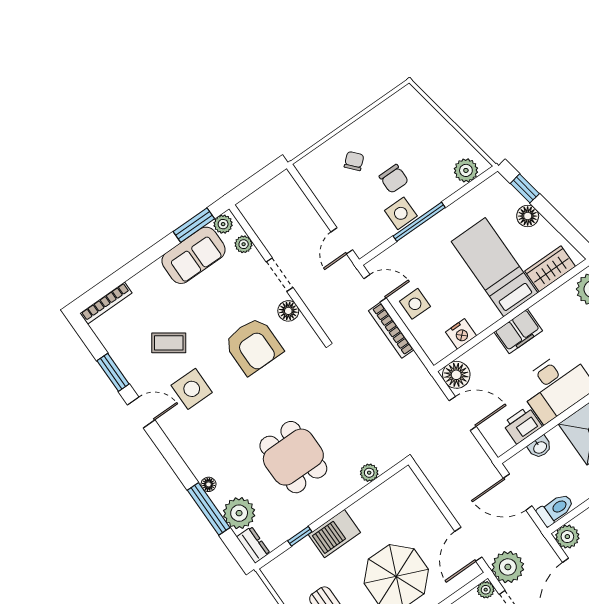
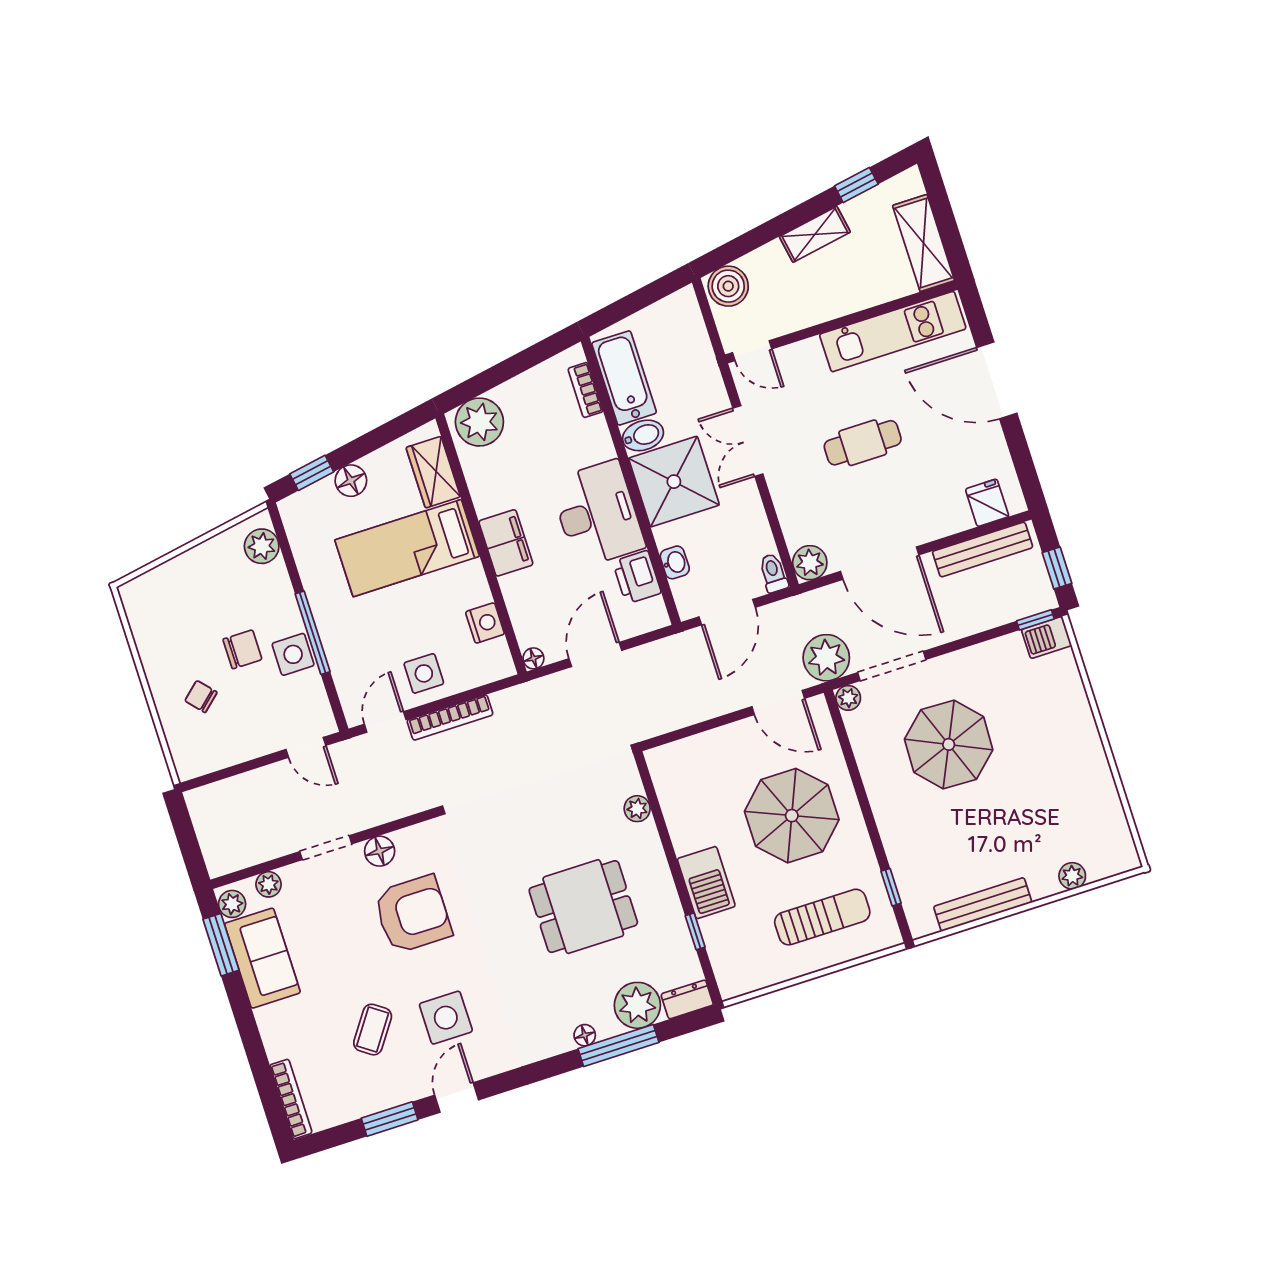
floor lamp: (456, 375) -> (533, 658), width x0.53, depth x0.53
toilet: (555, 509) -> (773, 573), width x0.73, depth x0.72

